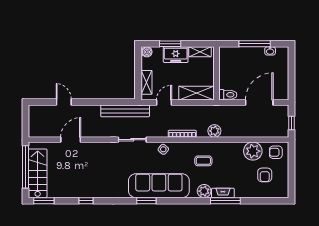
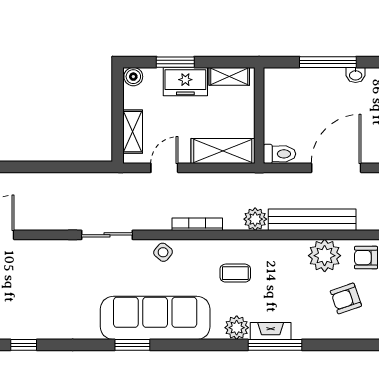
bench: (125, 111) -> (312, 220), moved
armchair: (265, 175) -> (346, 298), turned 71

